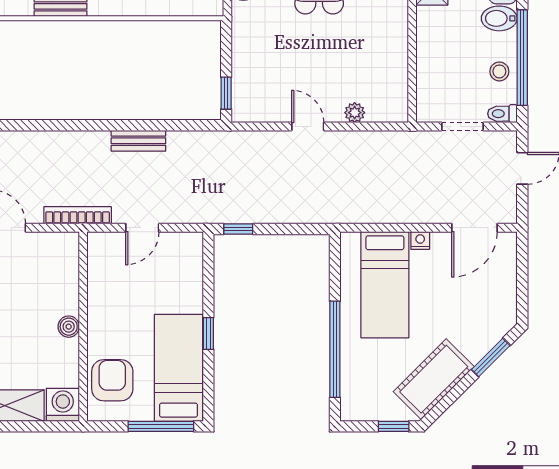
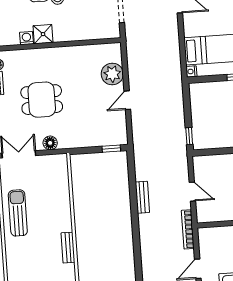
plant: (355, 113) -> (112, 74), width x1.87, depth x1.87
nightstand: (420, 240) -> (191, 71), moved

